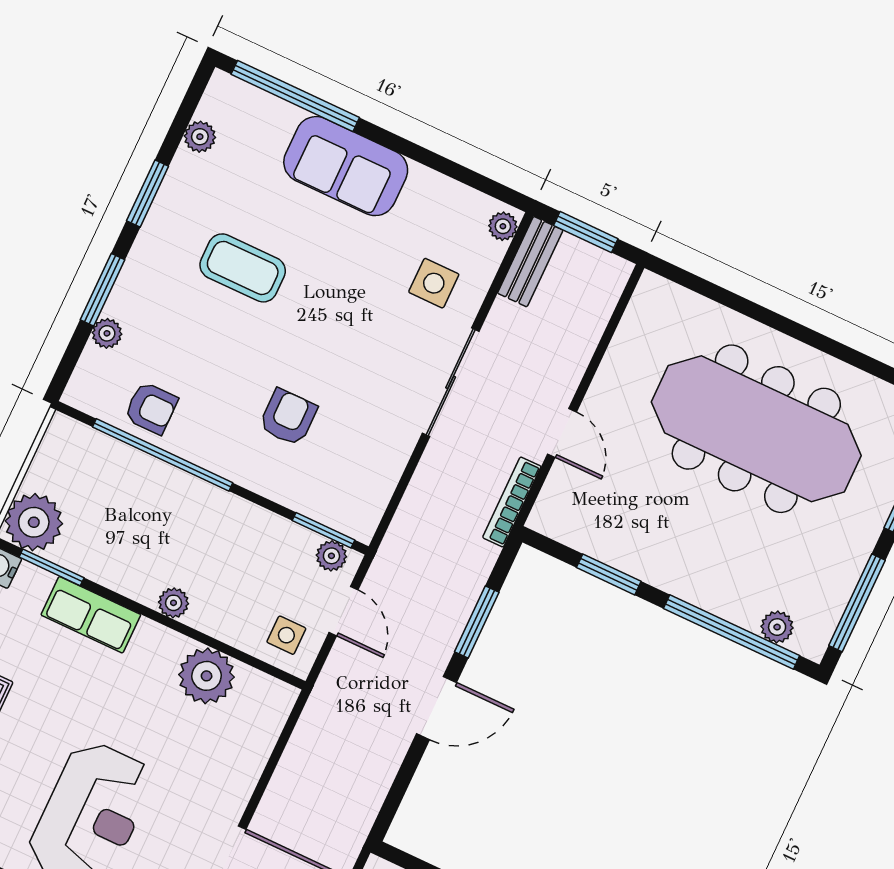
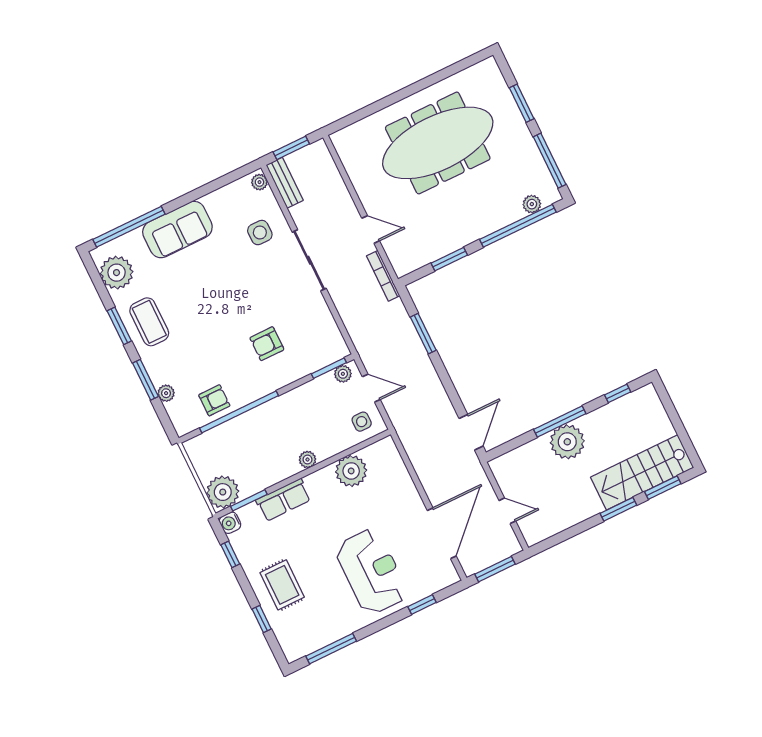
plant: (200, 137) -> (117, 273), width x1.87, depth x1.87
coffee table: (243, 268) -> (149, 322), moved, turned 90
armchair: (288, 417) -> (267, 344), turned -90
door: (436, 708) -> (471, 432), moved

